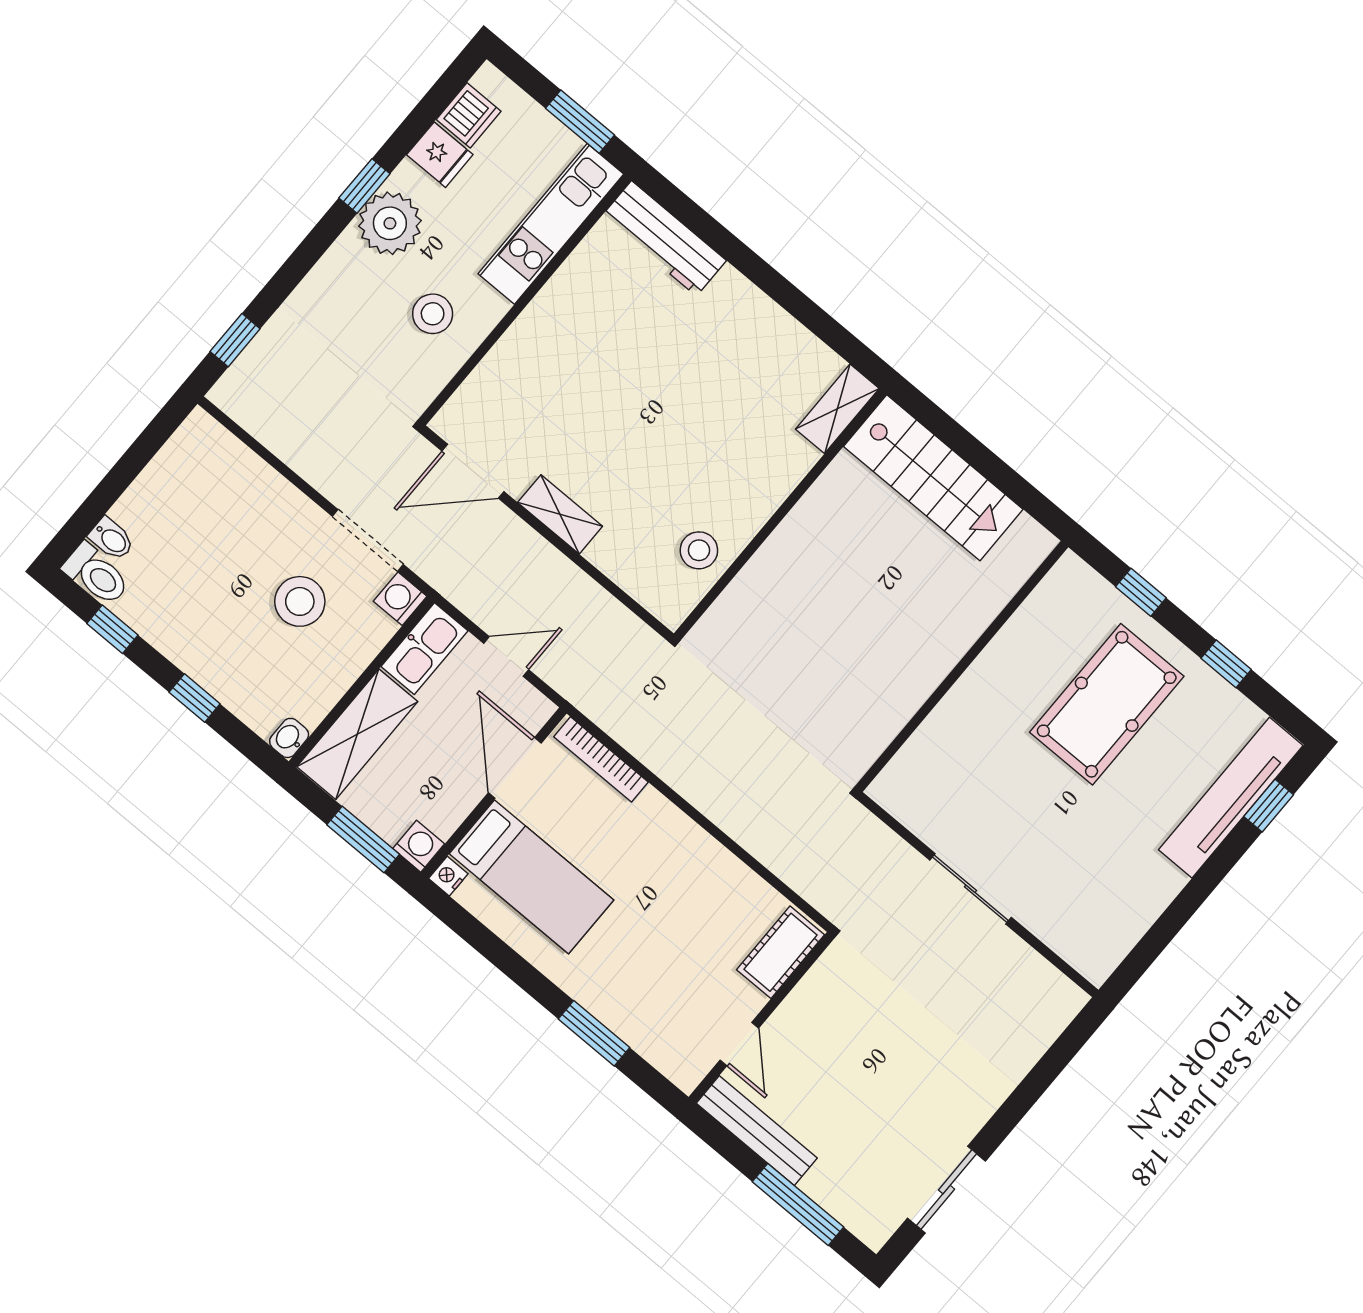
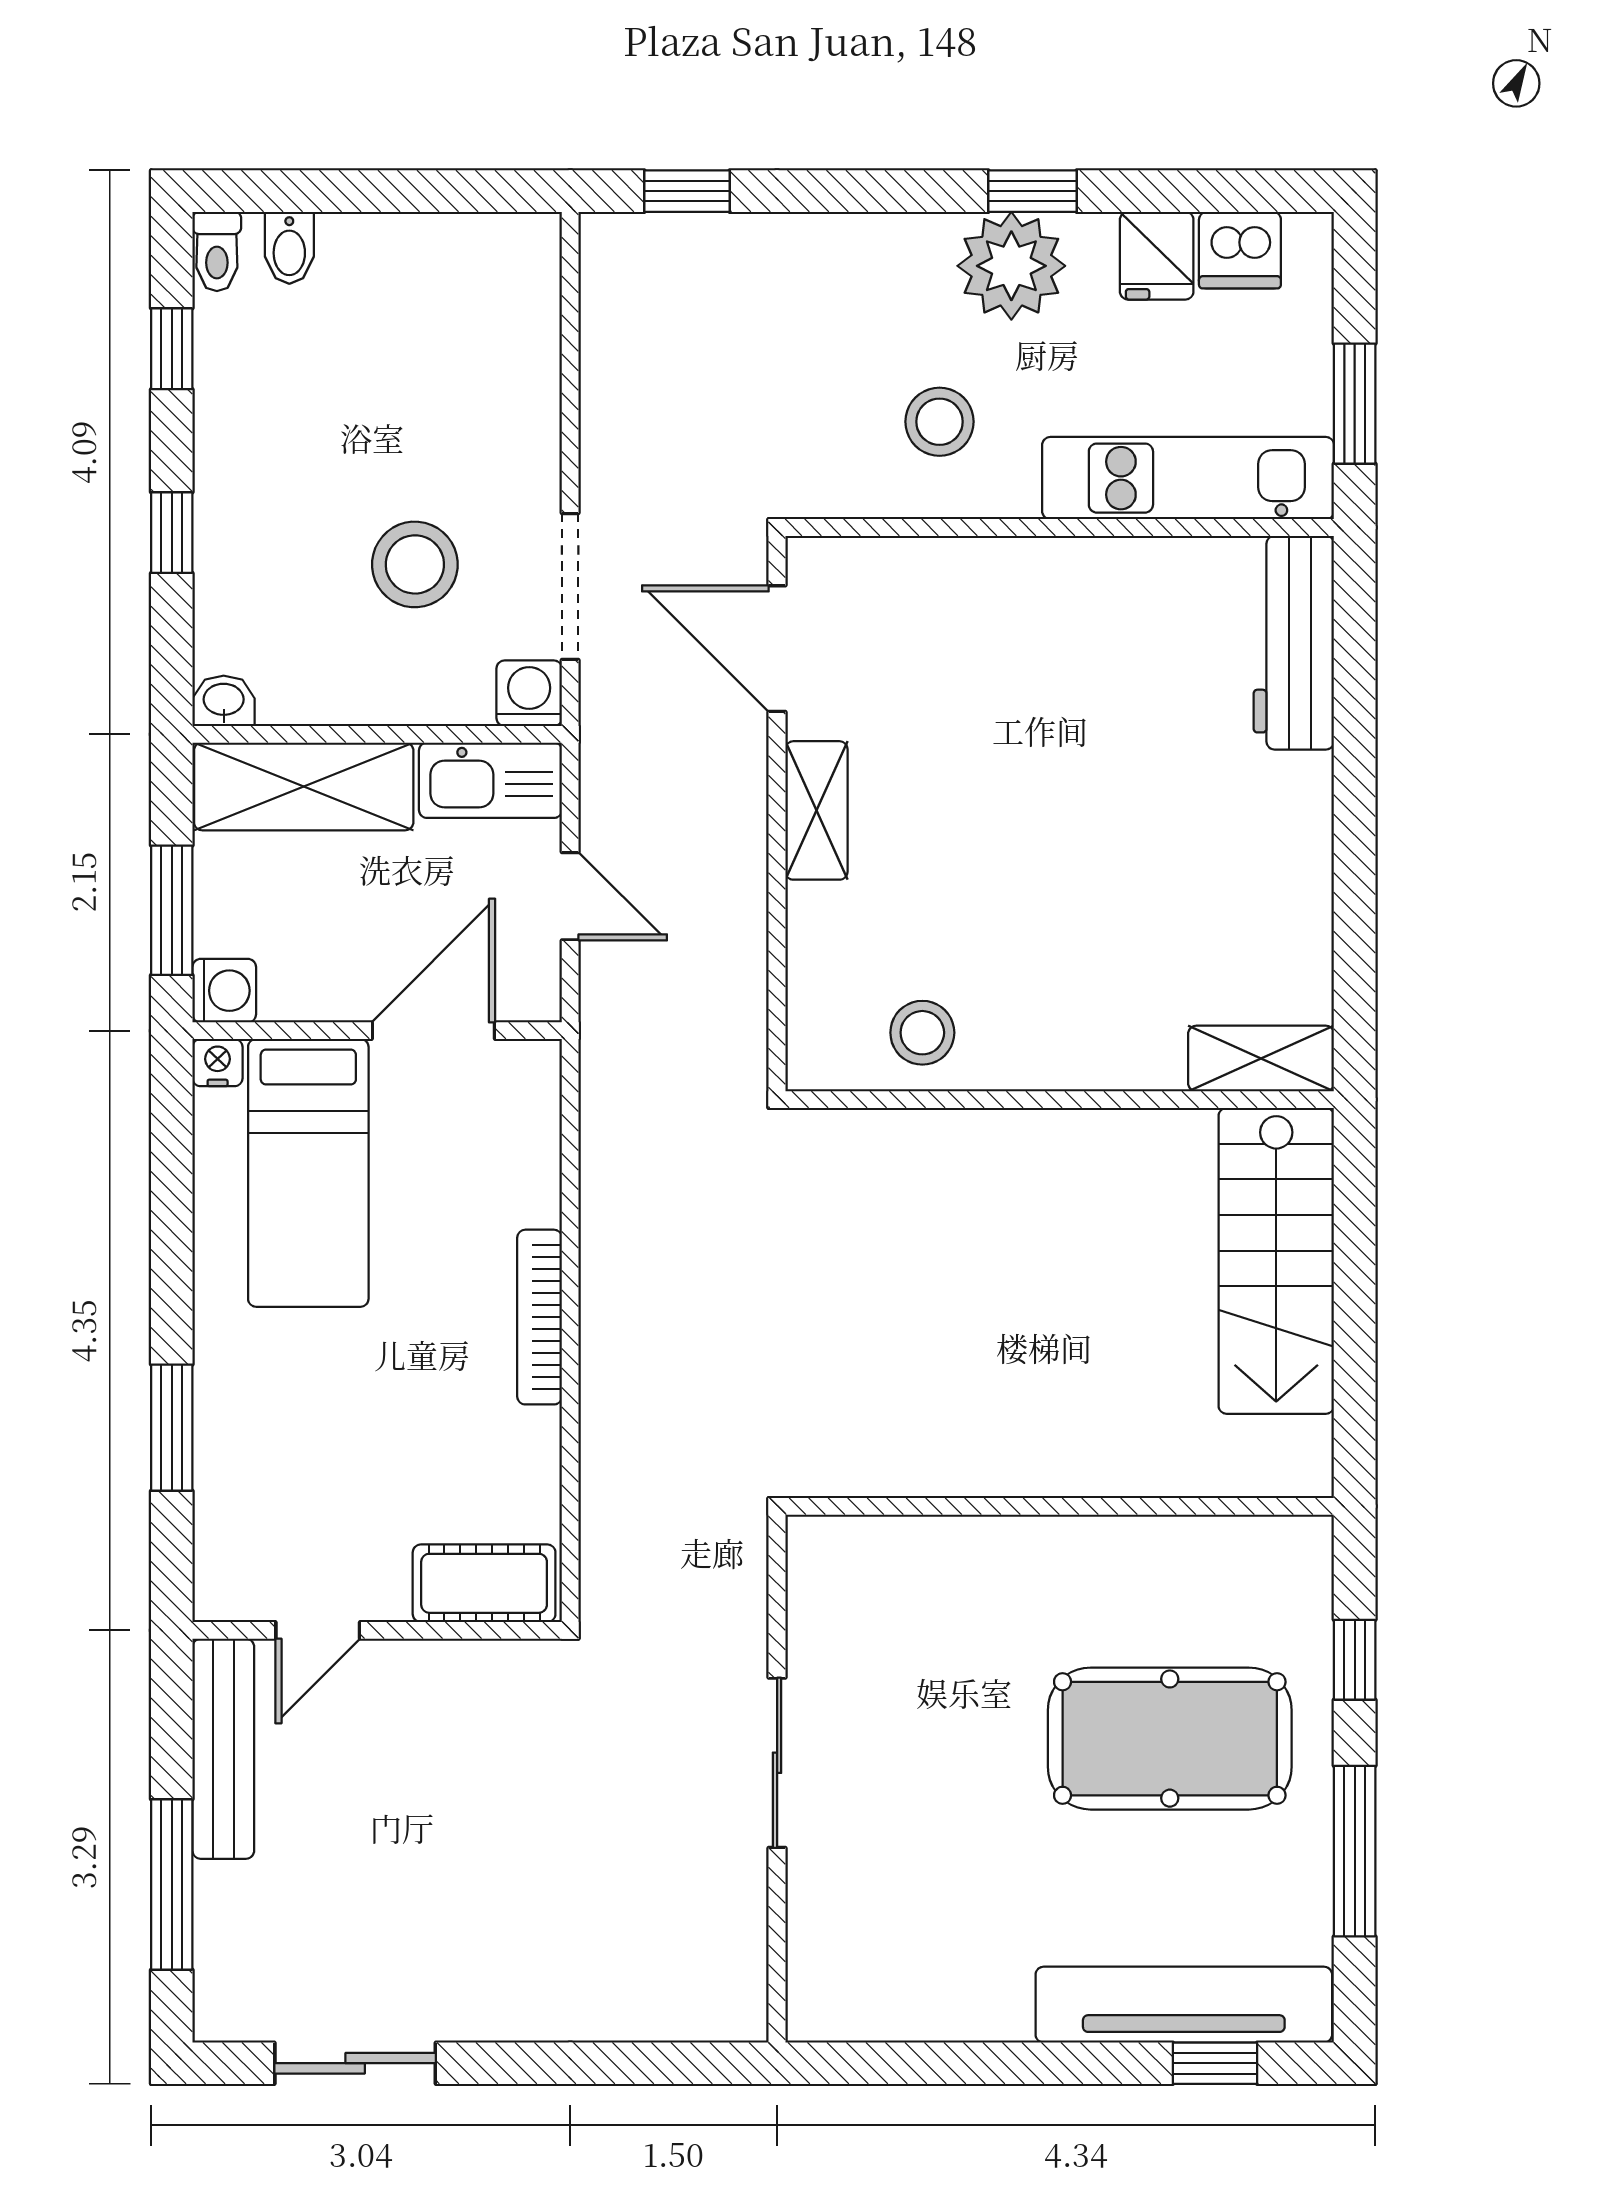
toilet: (96, 574) -> (217, 251), width x0.73, depth x0.72
window: (1226, 664) -> (1355, 1851), width x2.17
bookcase: (601, 759) -> (540, 1317), moved

